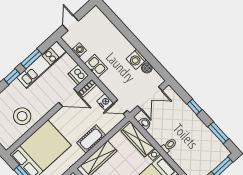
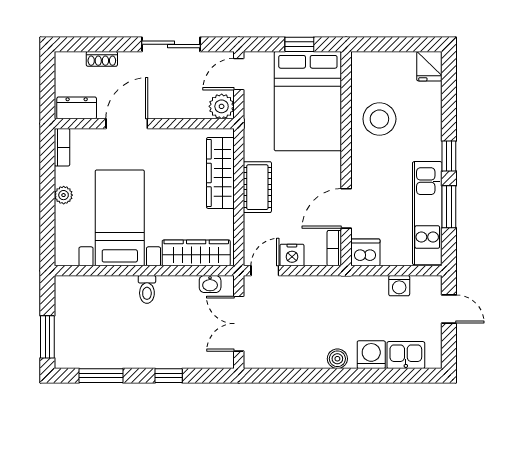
washing machine: (136, 59) -> (371, 355), moved
kitchen sink: (96, 66) -> (406, 355), moved, turned 180
boiler: (147, 68) -> (337, 359), moved

